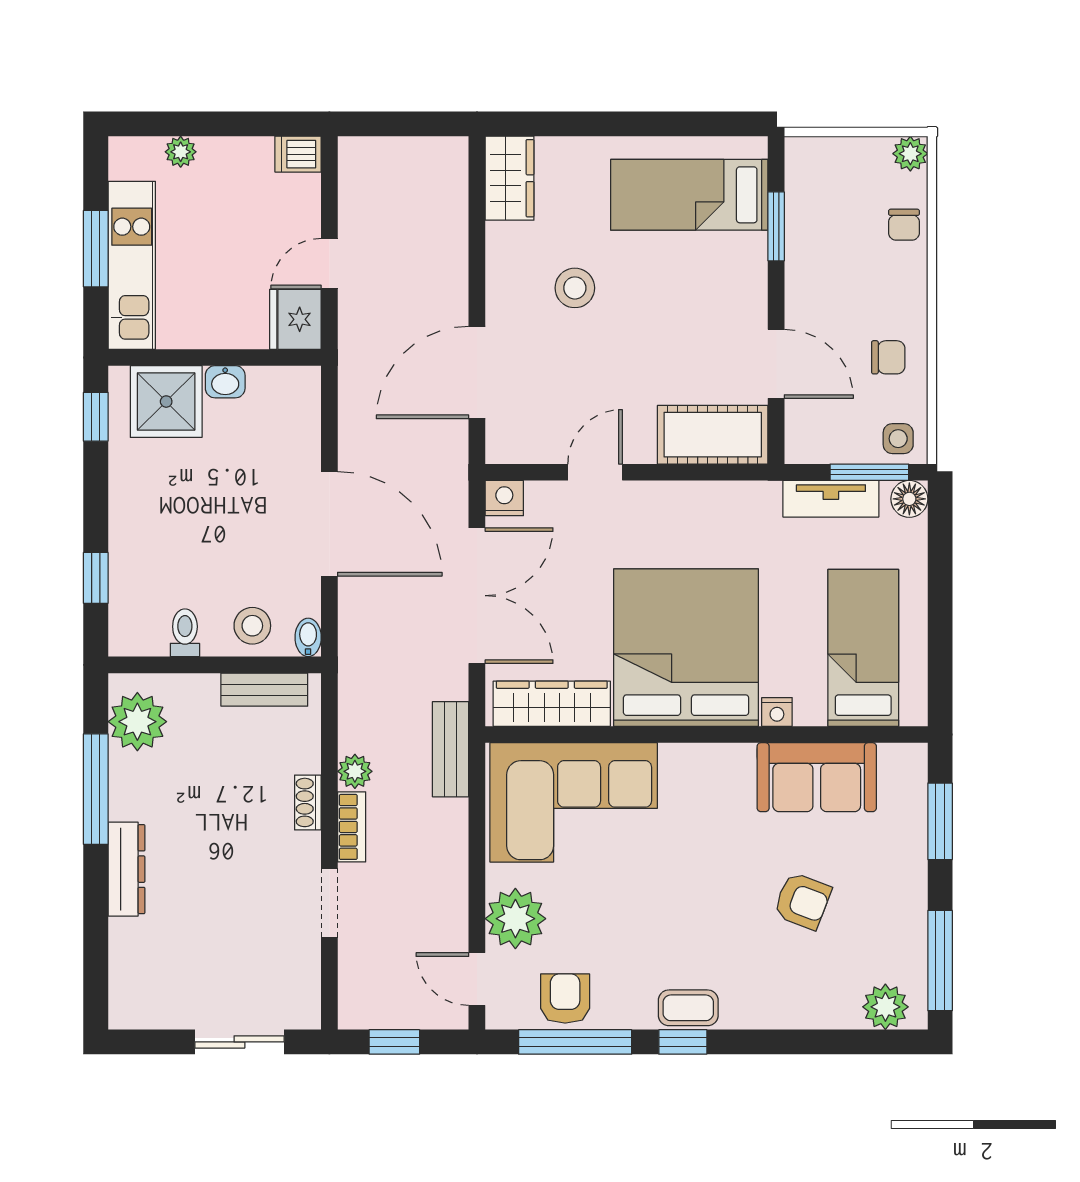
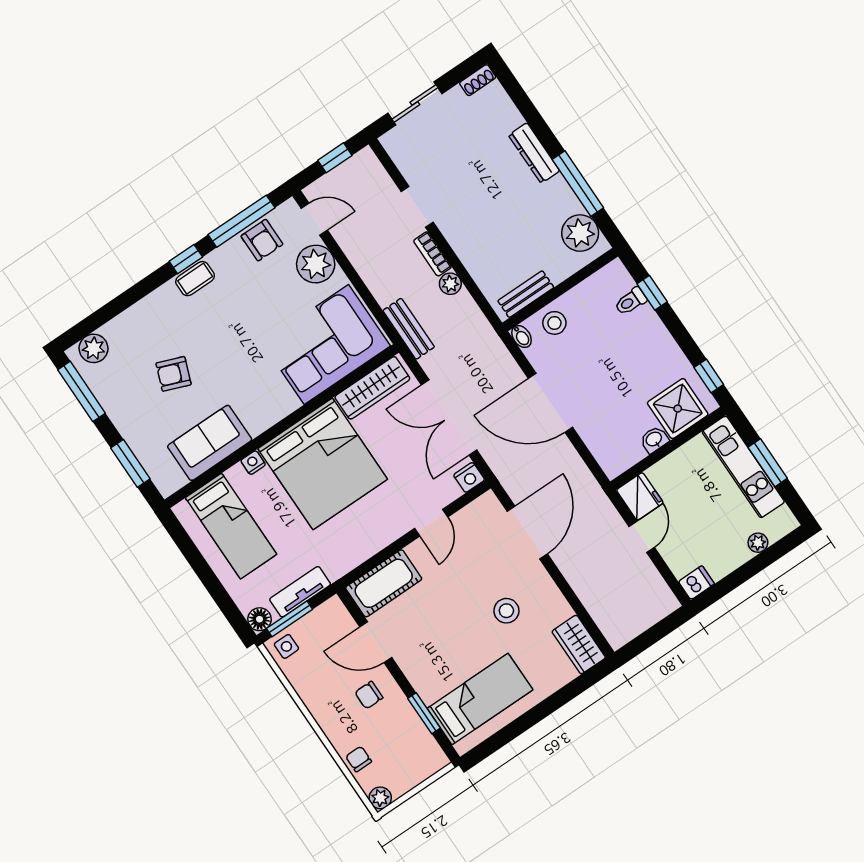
chair: (888, 357) -> (369, 695), moved
toilet: (185, 633) -> (631, 301), moved, turned 90
shoe rack: (308, 802) -> (478, 80), moved, turned 90

